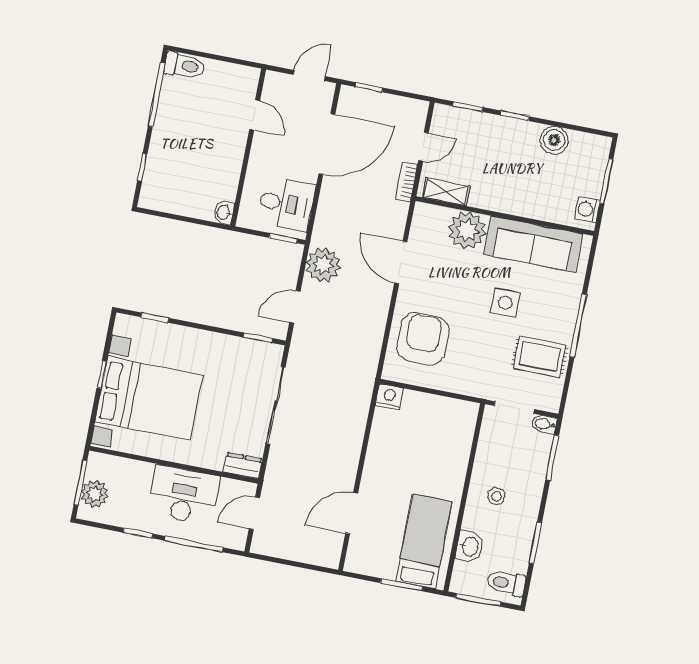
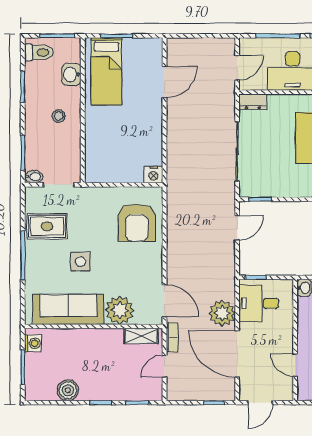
door: (327, 144) -> (237, 354), hinge flipped
door: (401, 262) -> (164, 301), moved
plant: (323, 265) -> (222, 313), moved

